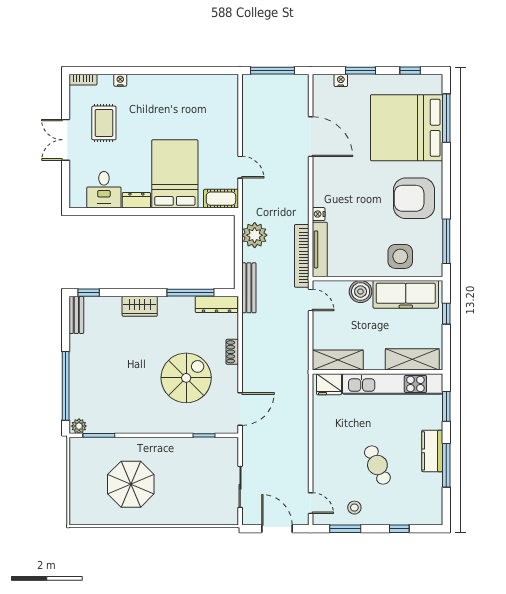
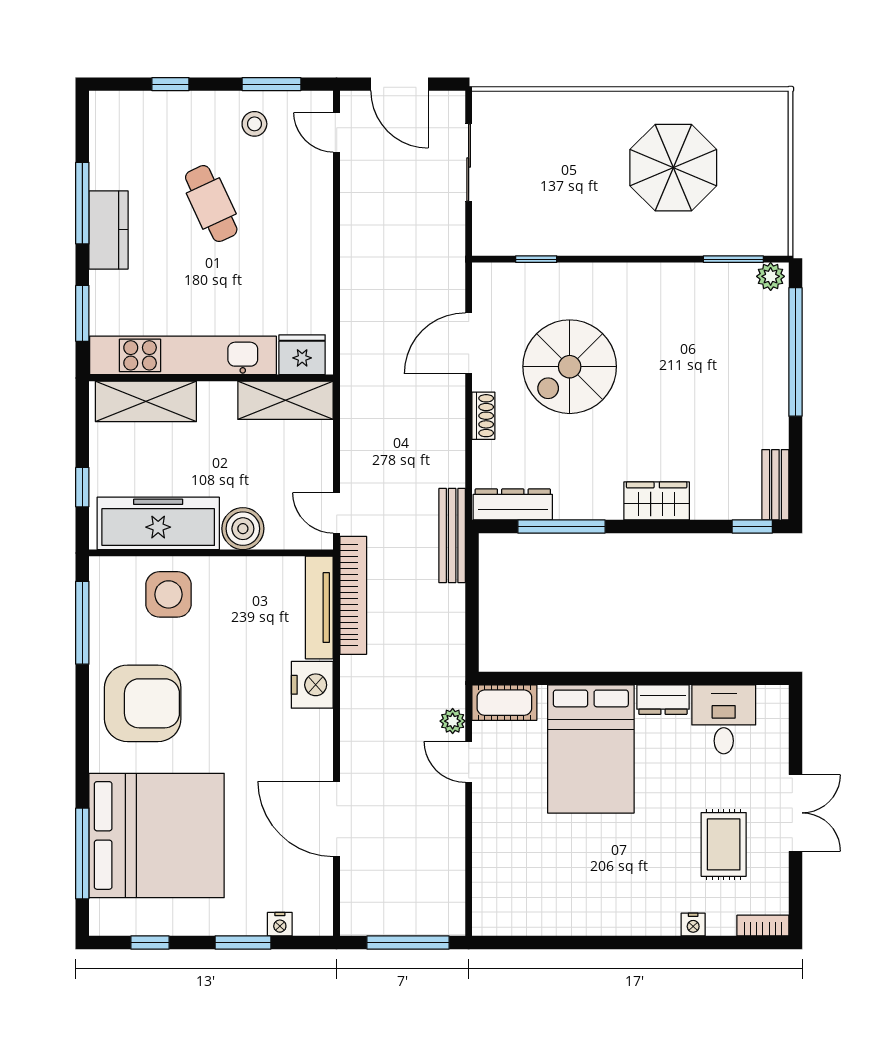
nightstand: (319, 214) -> (312, 685), width x1.89, depth x1.79
plant: (255, 235) -> (453, 721), moved, width x0.53, depth x0.53
door: (240, 409) -> (469, 343), moved

